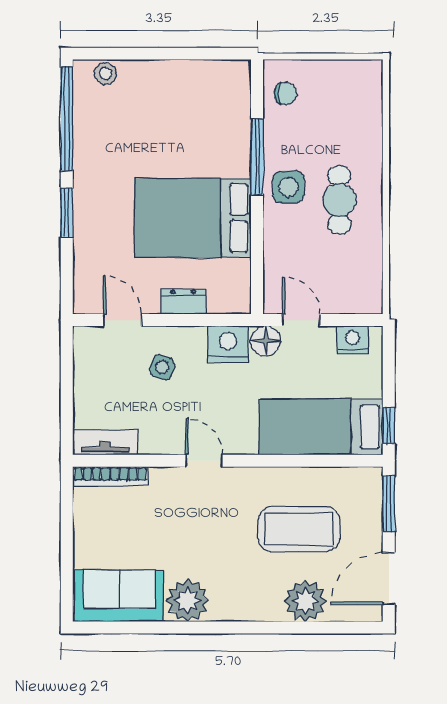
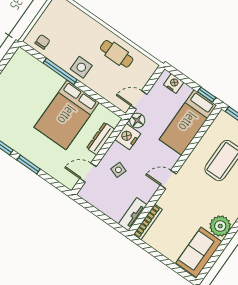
cafe table: (339, 200) -> (117, 54), moved
dresser: (183, 302) -> (101, 139), width x1.44
nightstand: (353, 340) -> (174, 83), moved, turned 90

